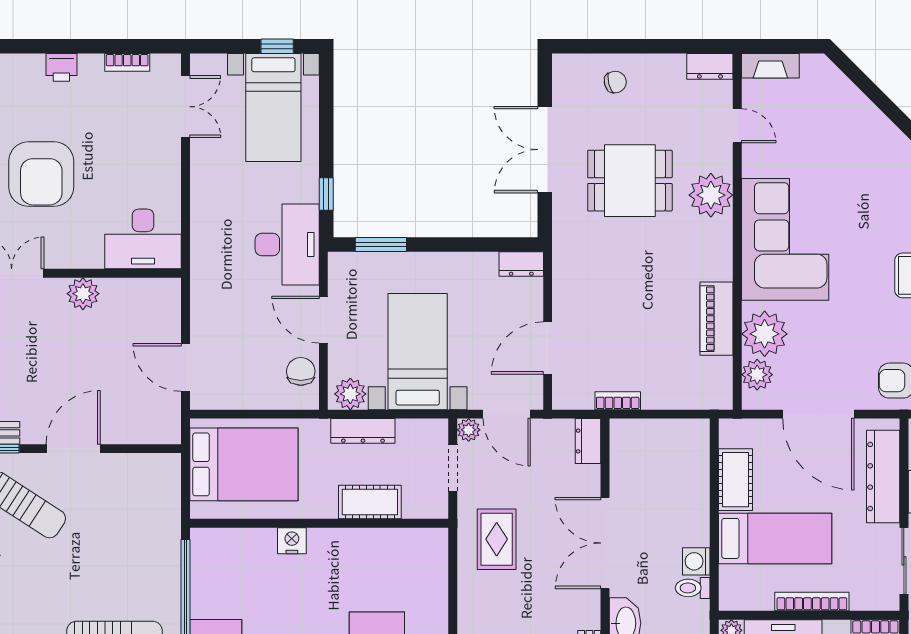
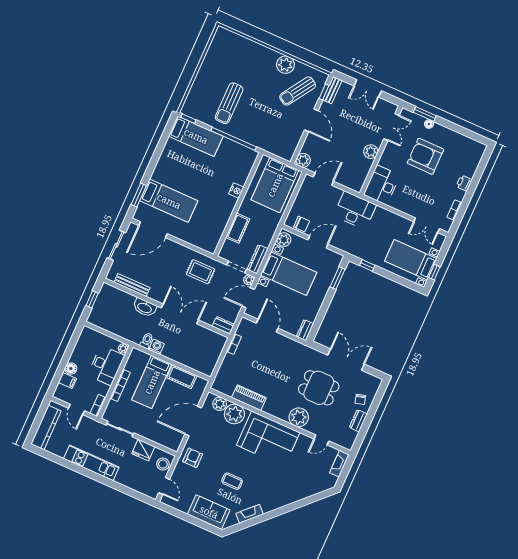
dresser: (710, 66) -> (358, 421), moved
dining table: (630, 181) -> (319, 388), turned 90
desk: (287, 245) -> (355, 210), moved, turned 180
plant: (165, 428) -> (303, 160), added
dresser: (363, 431) -> (258, 259), moved
dresser: (883, 476) -> (157, 436), removed

